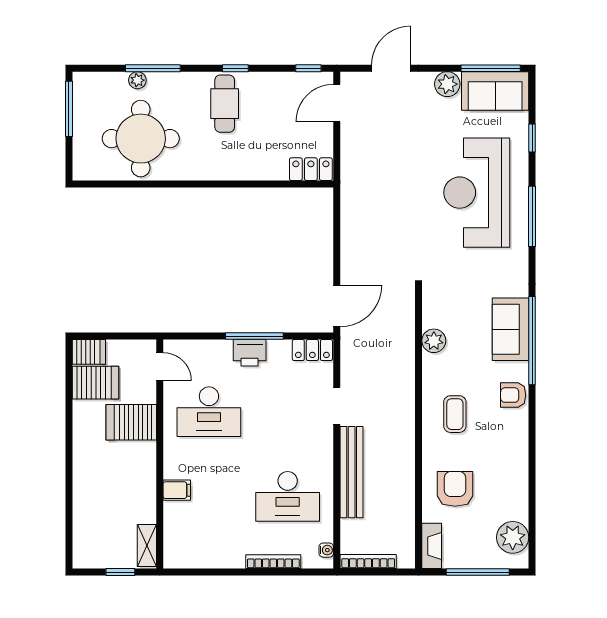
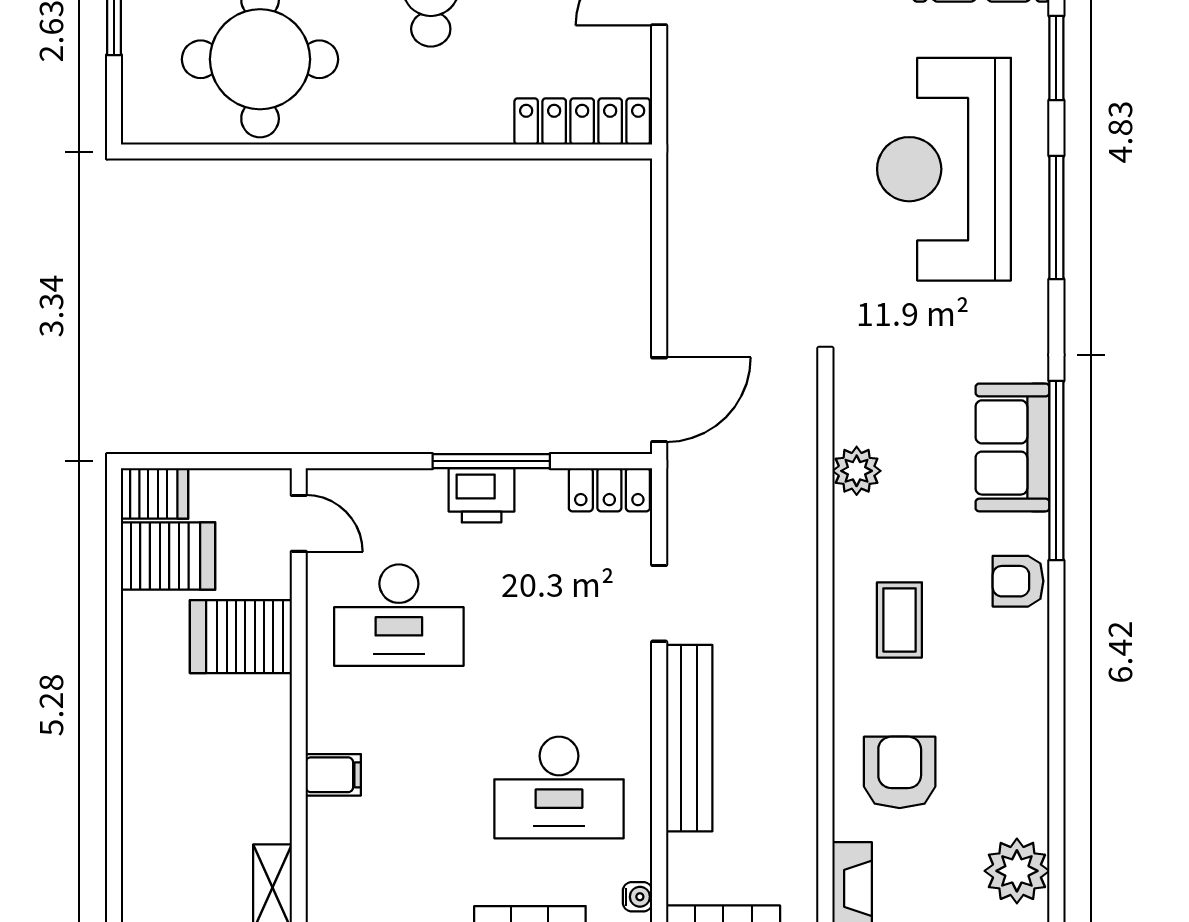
window: (532, 138) -> (1056, 58), width x1.50
locker: (311, 169) -> (582, 121), width x1.53

